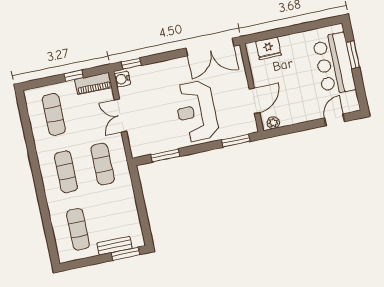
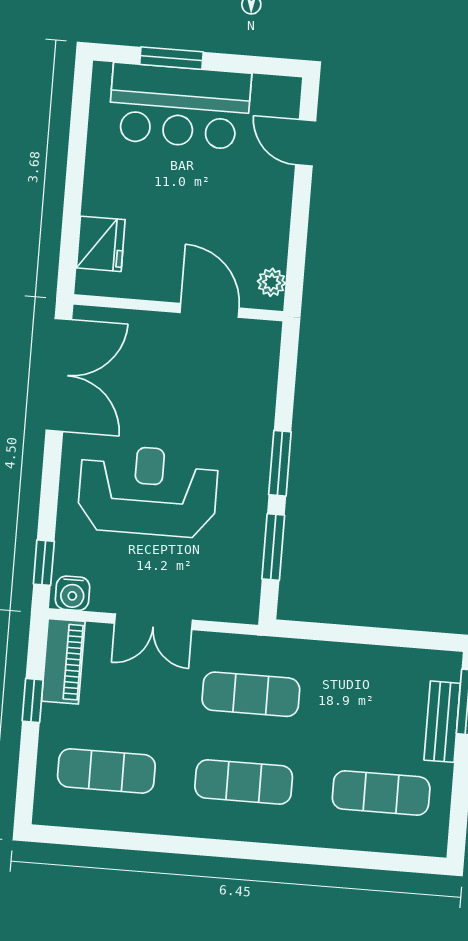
reception desk: (196, 111) -> (148, 491), moved, turned 180
window: (236, 141) -> (280, 463), moved

